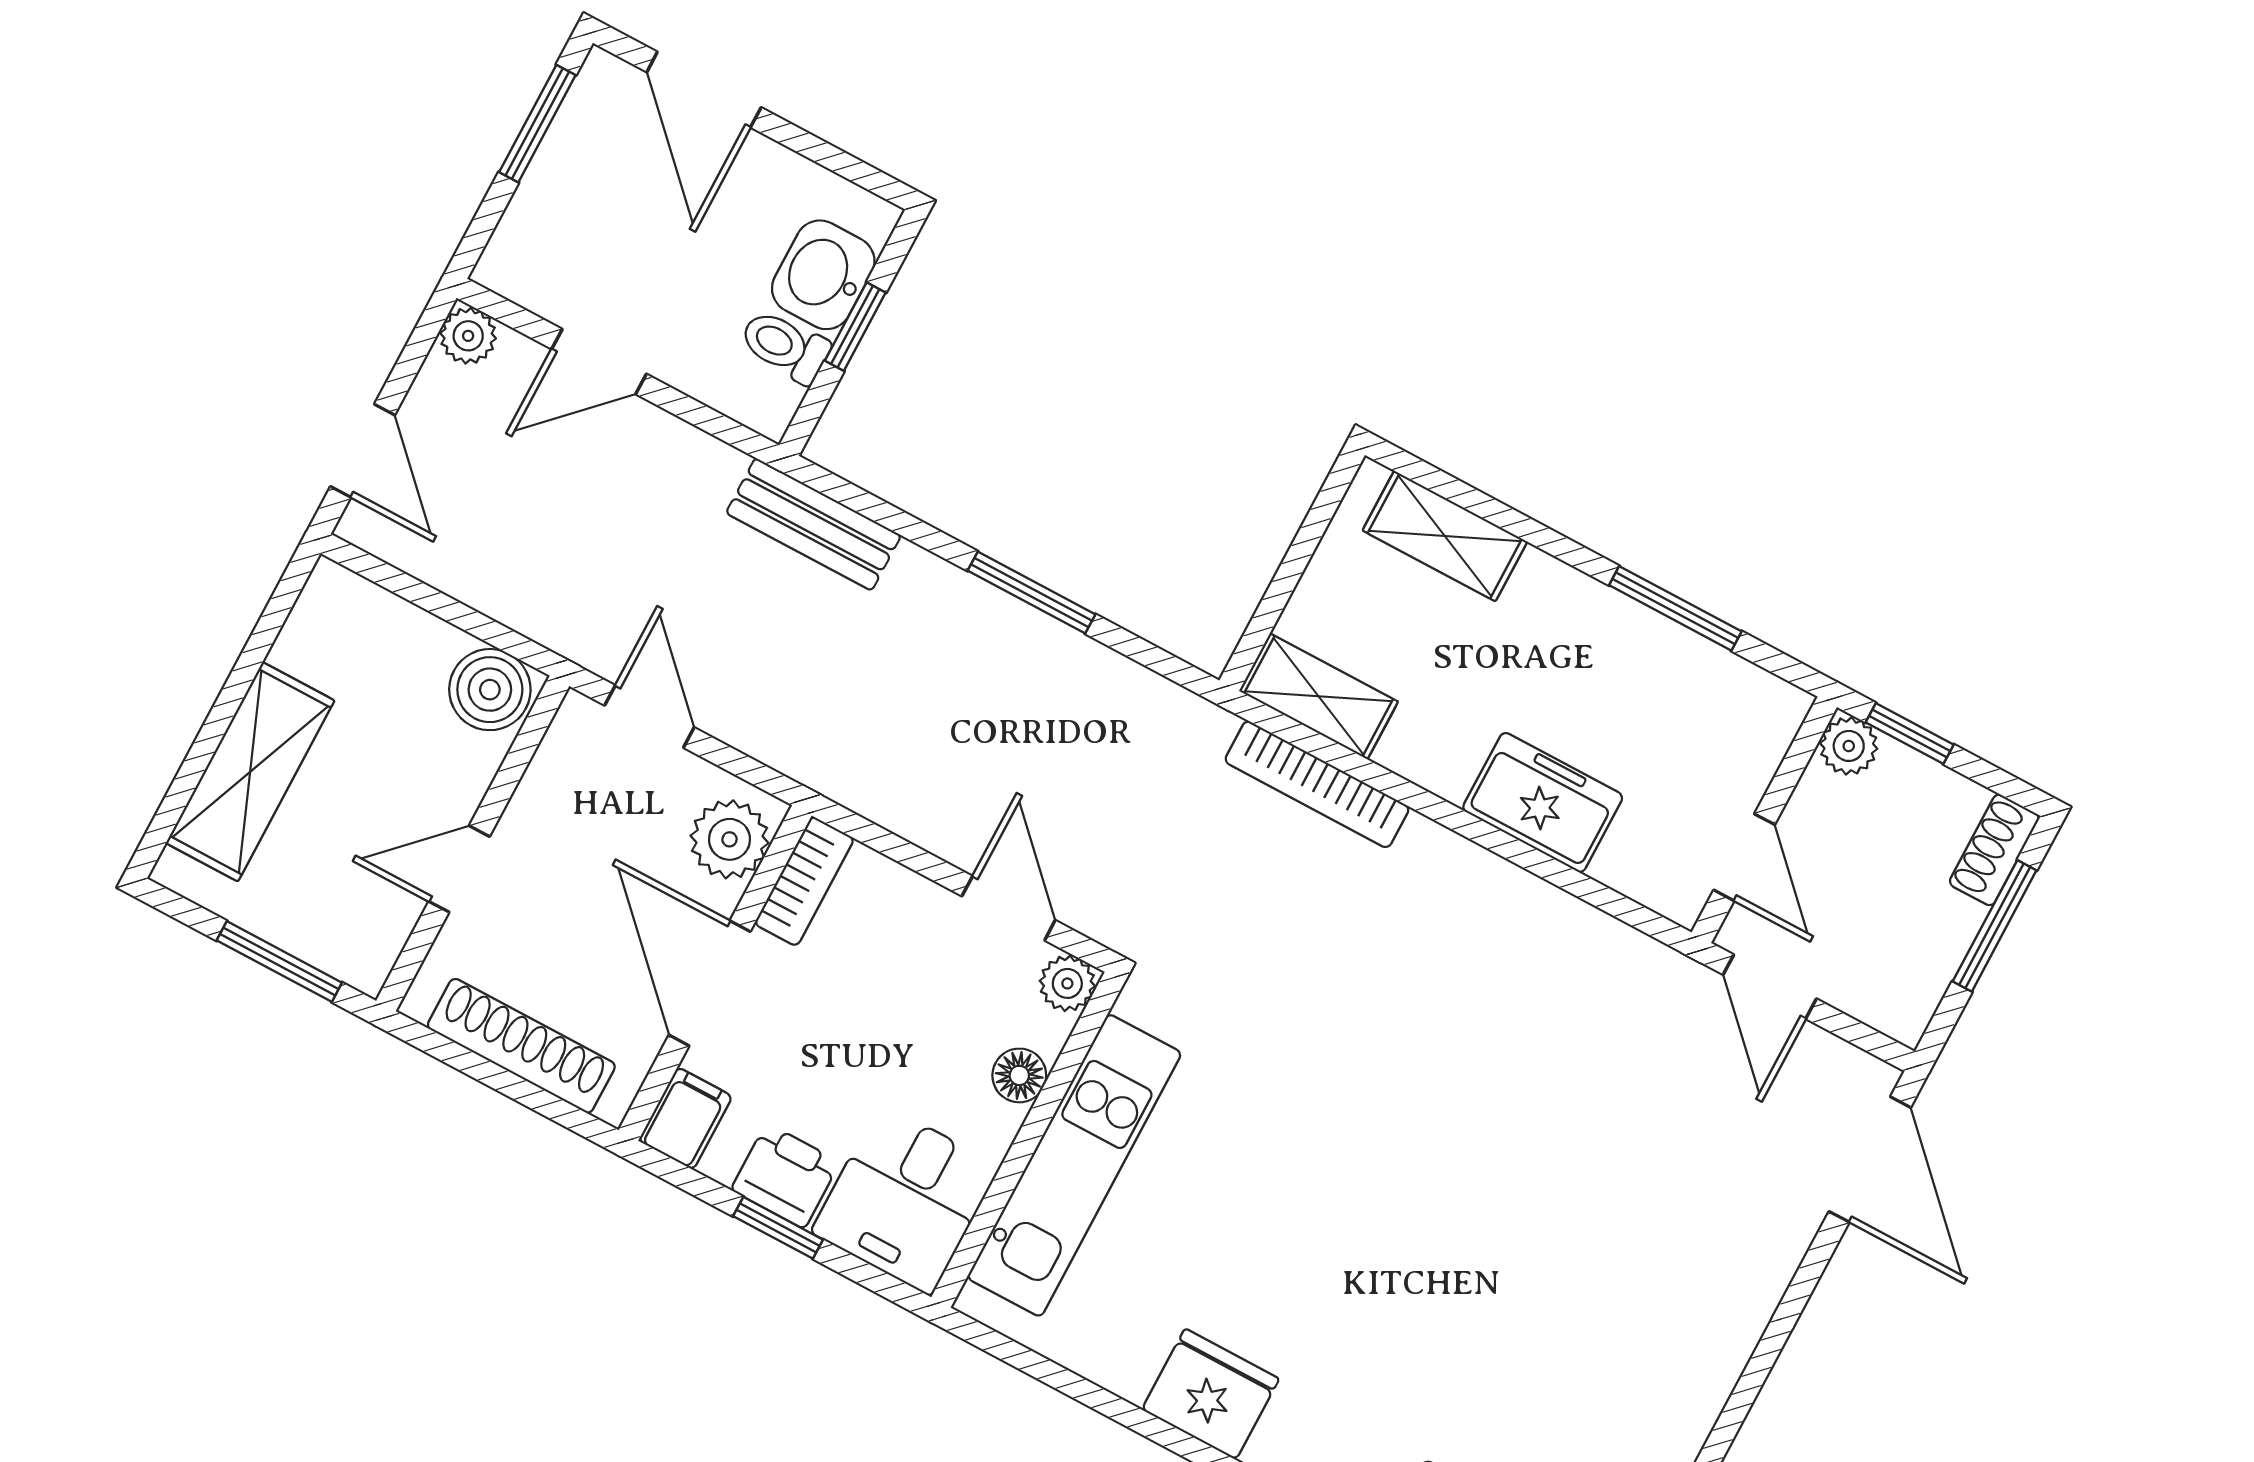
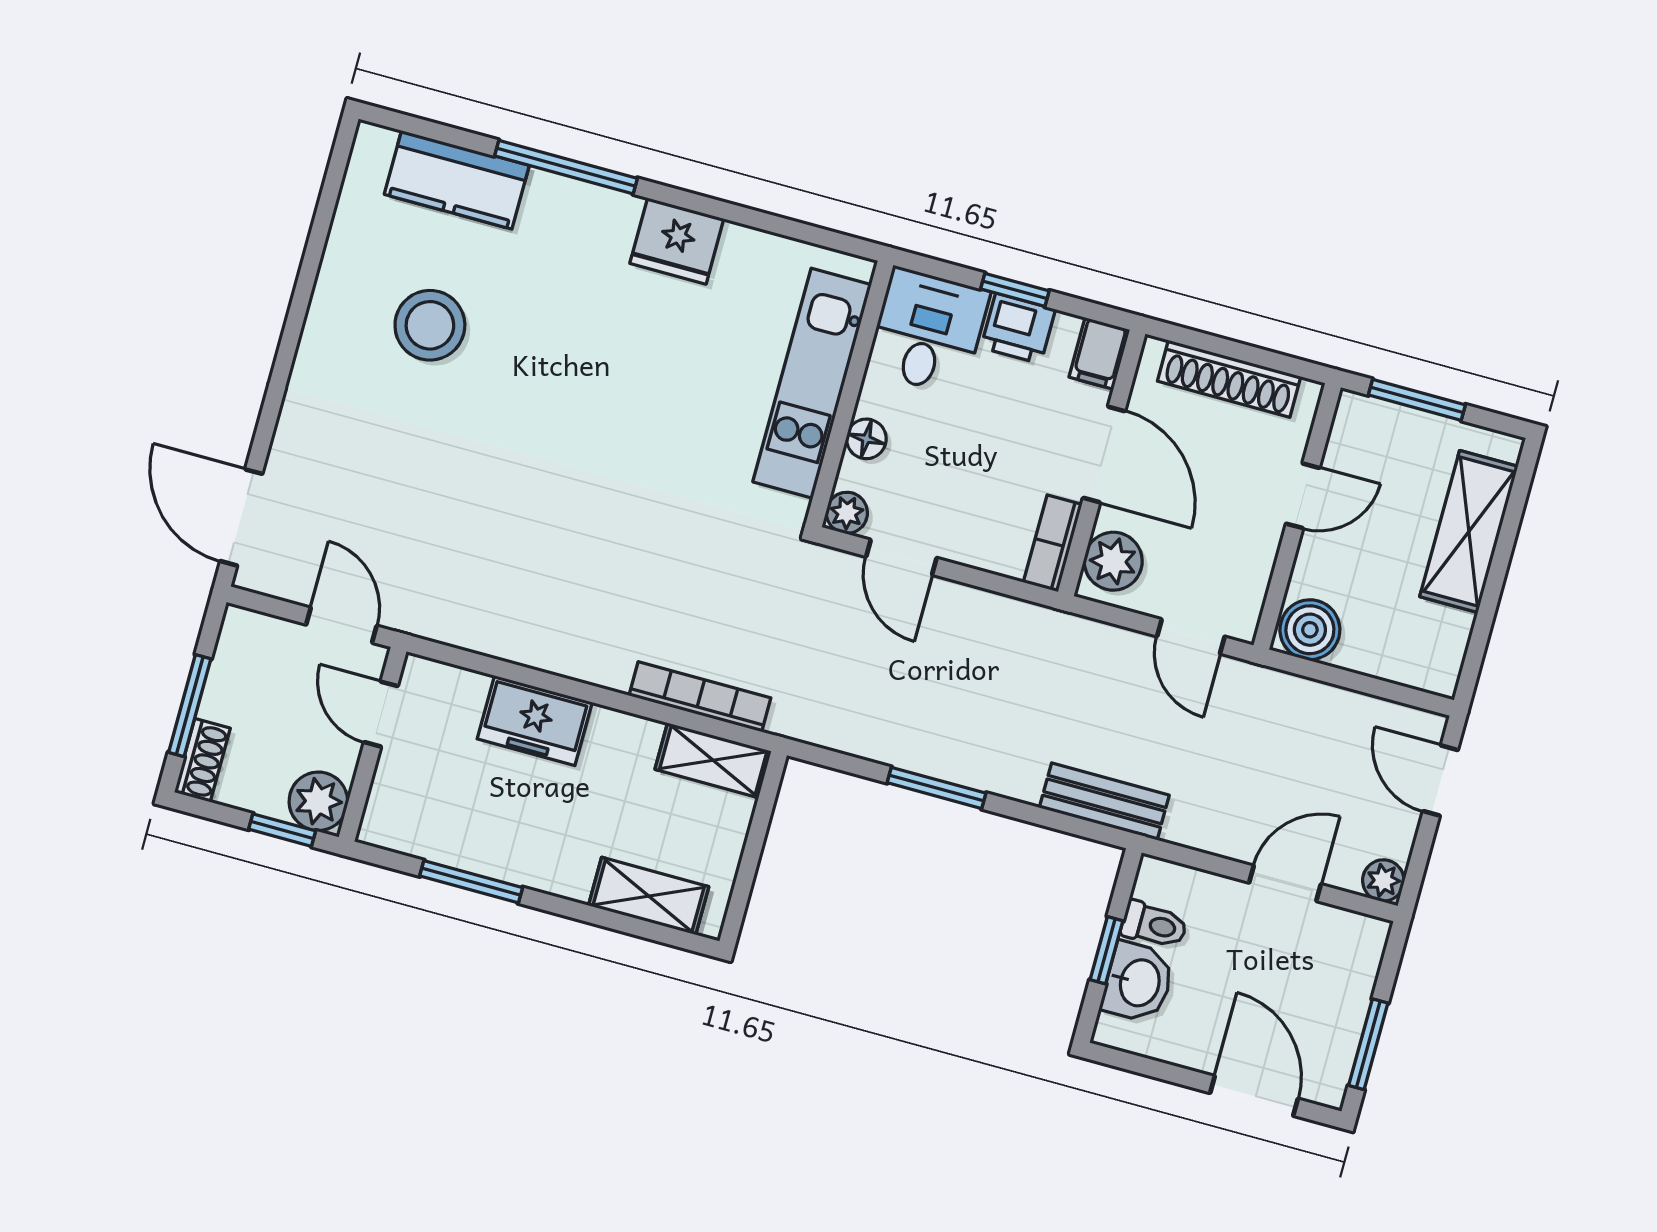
plant: (1849, 746) -> (318, 801), width x1.38, depth x1.38
stool: (1563, 1357) -> (430, 325), added

